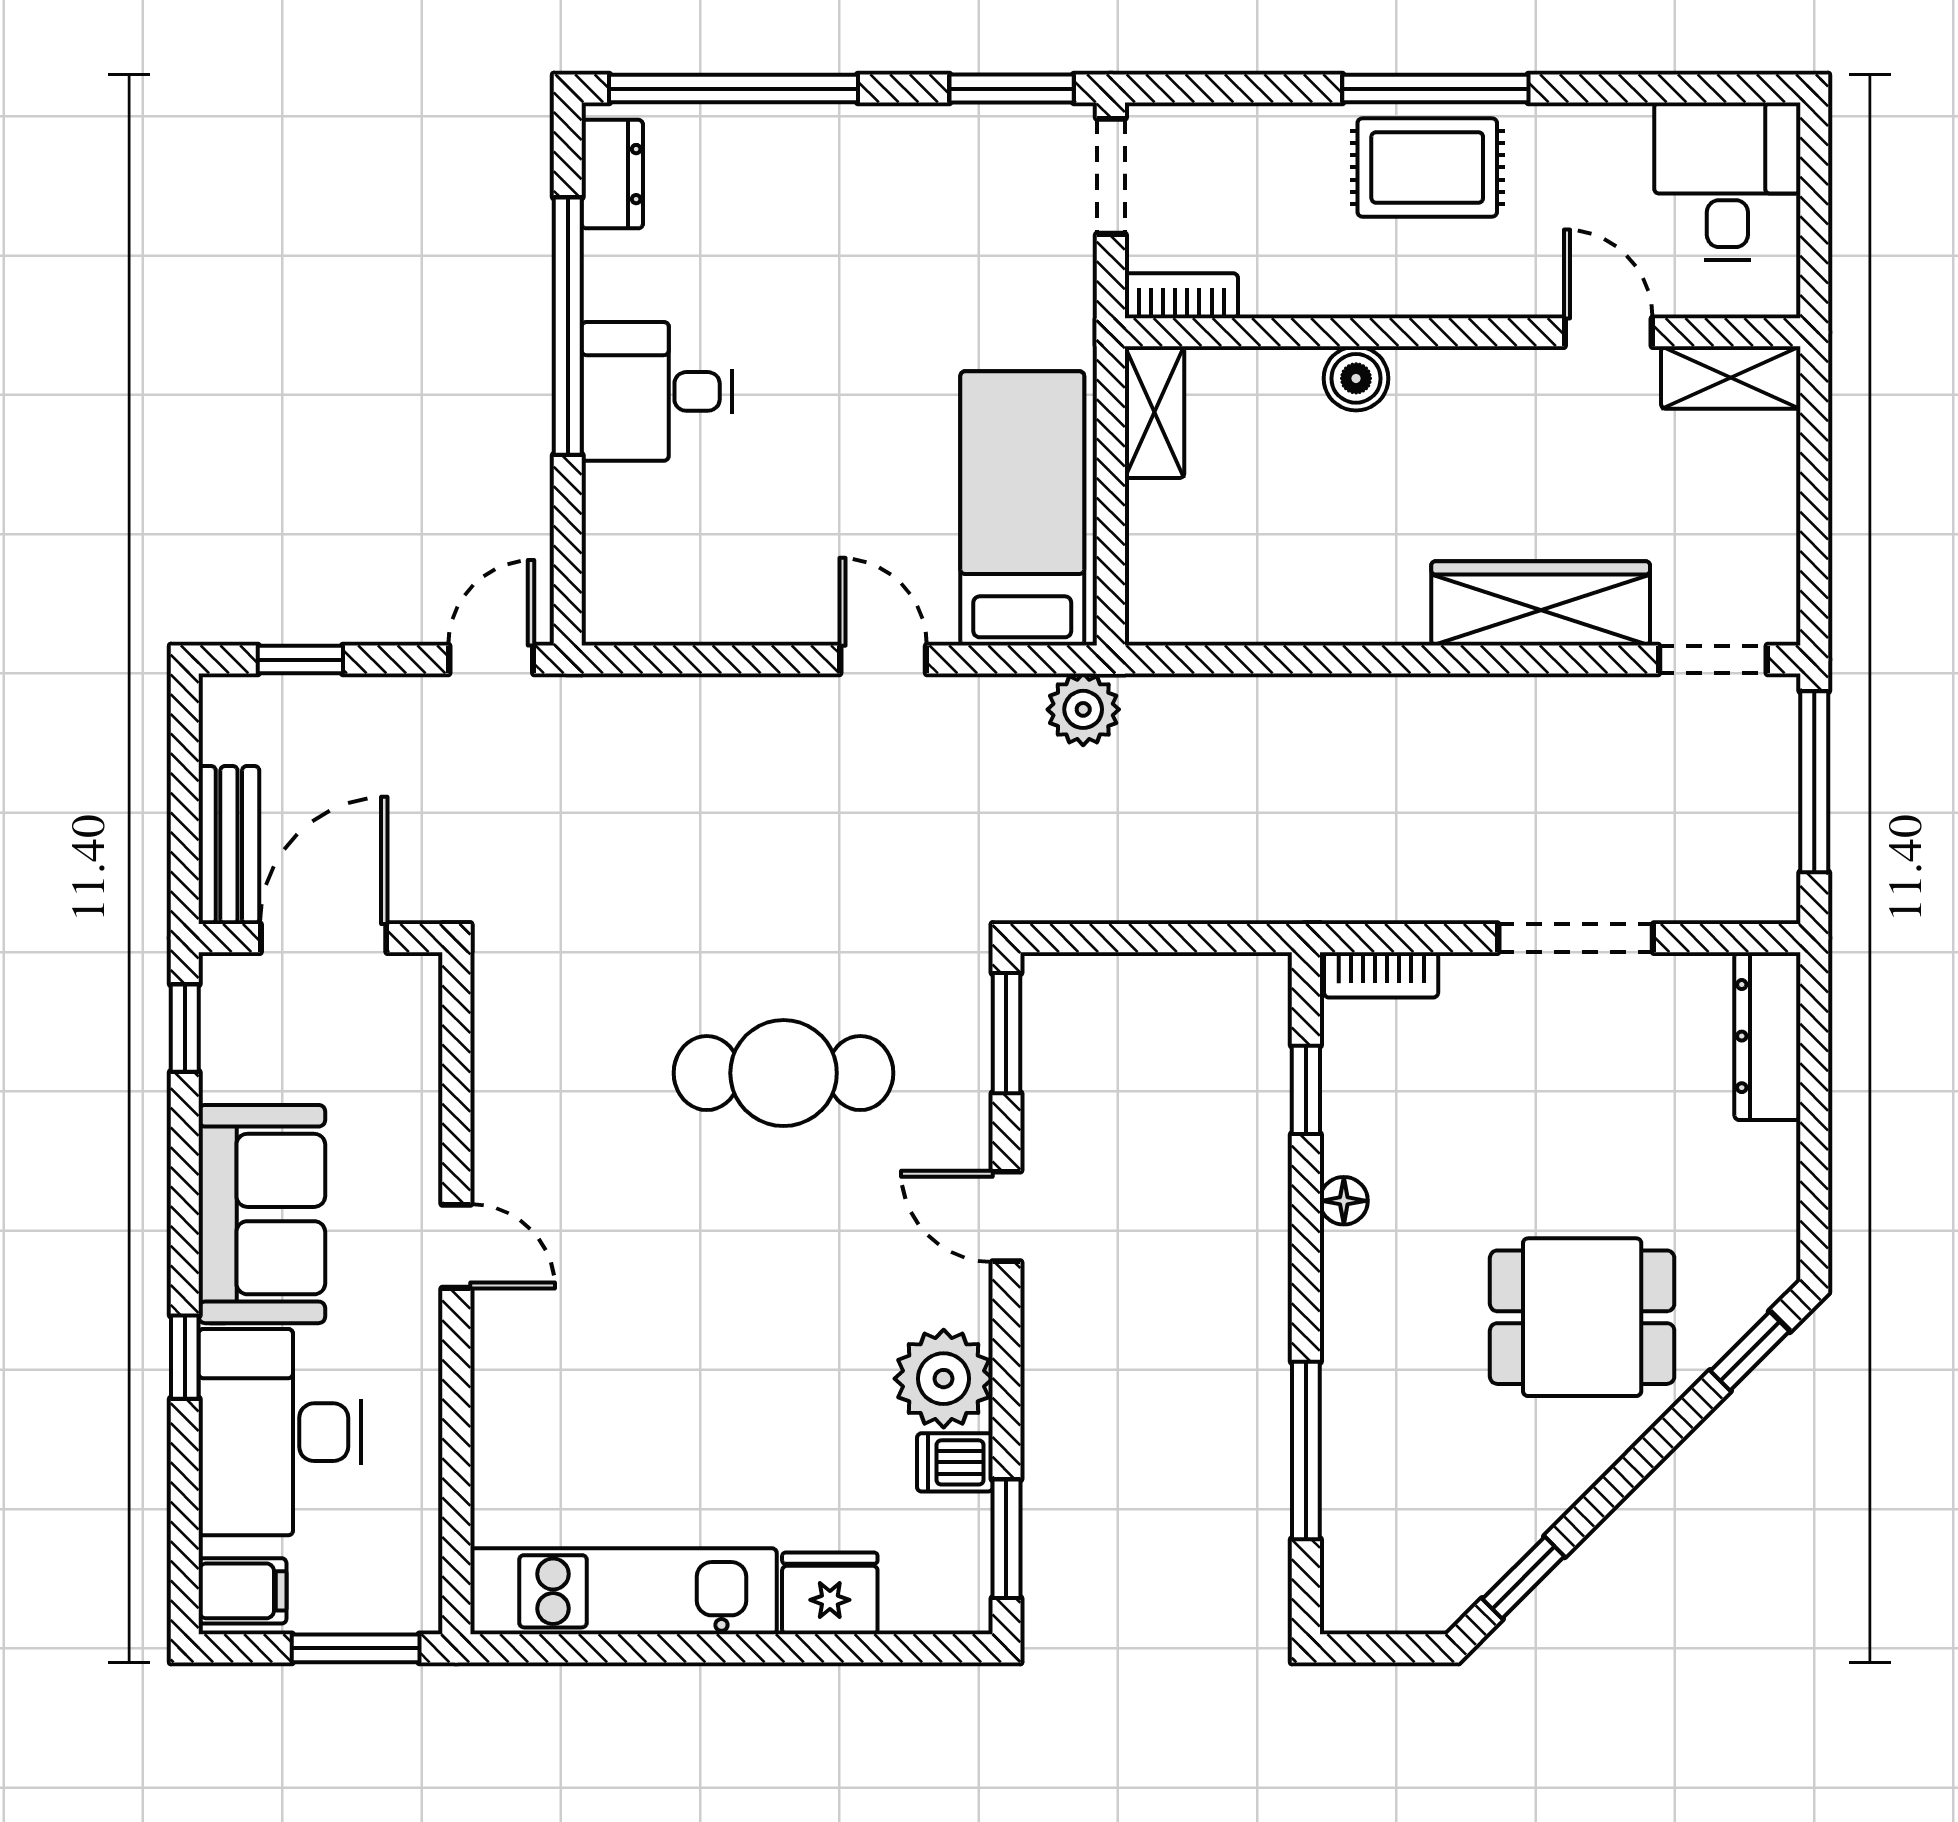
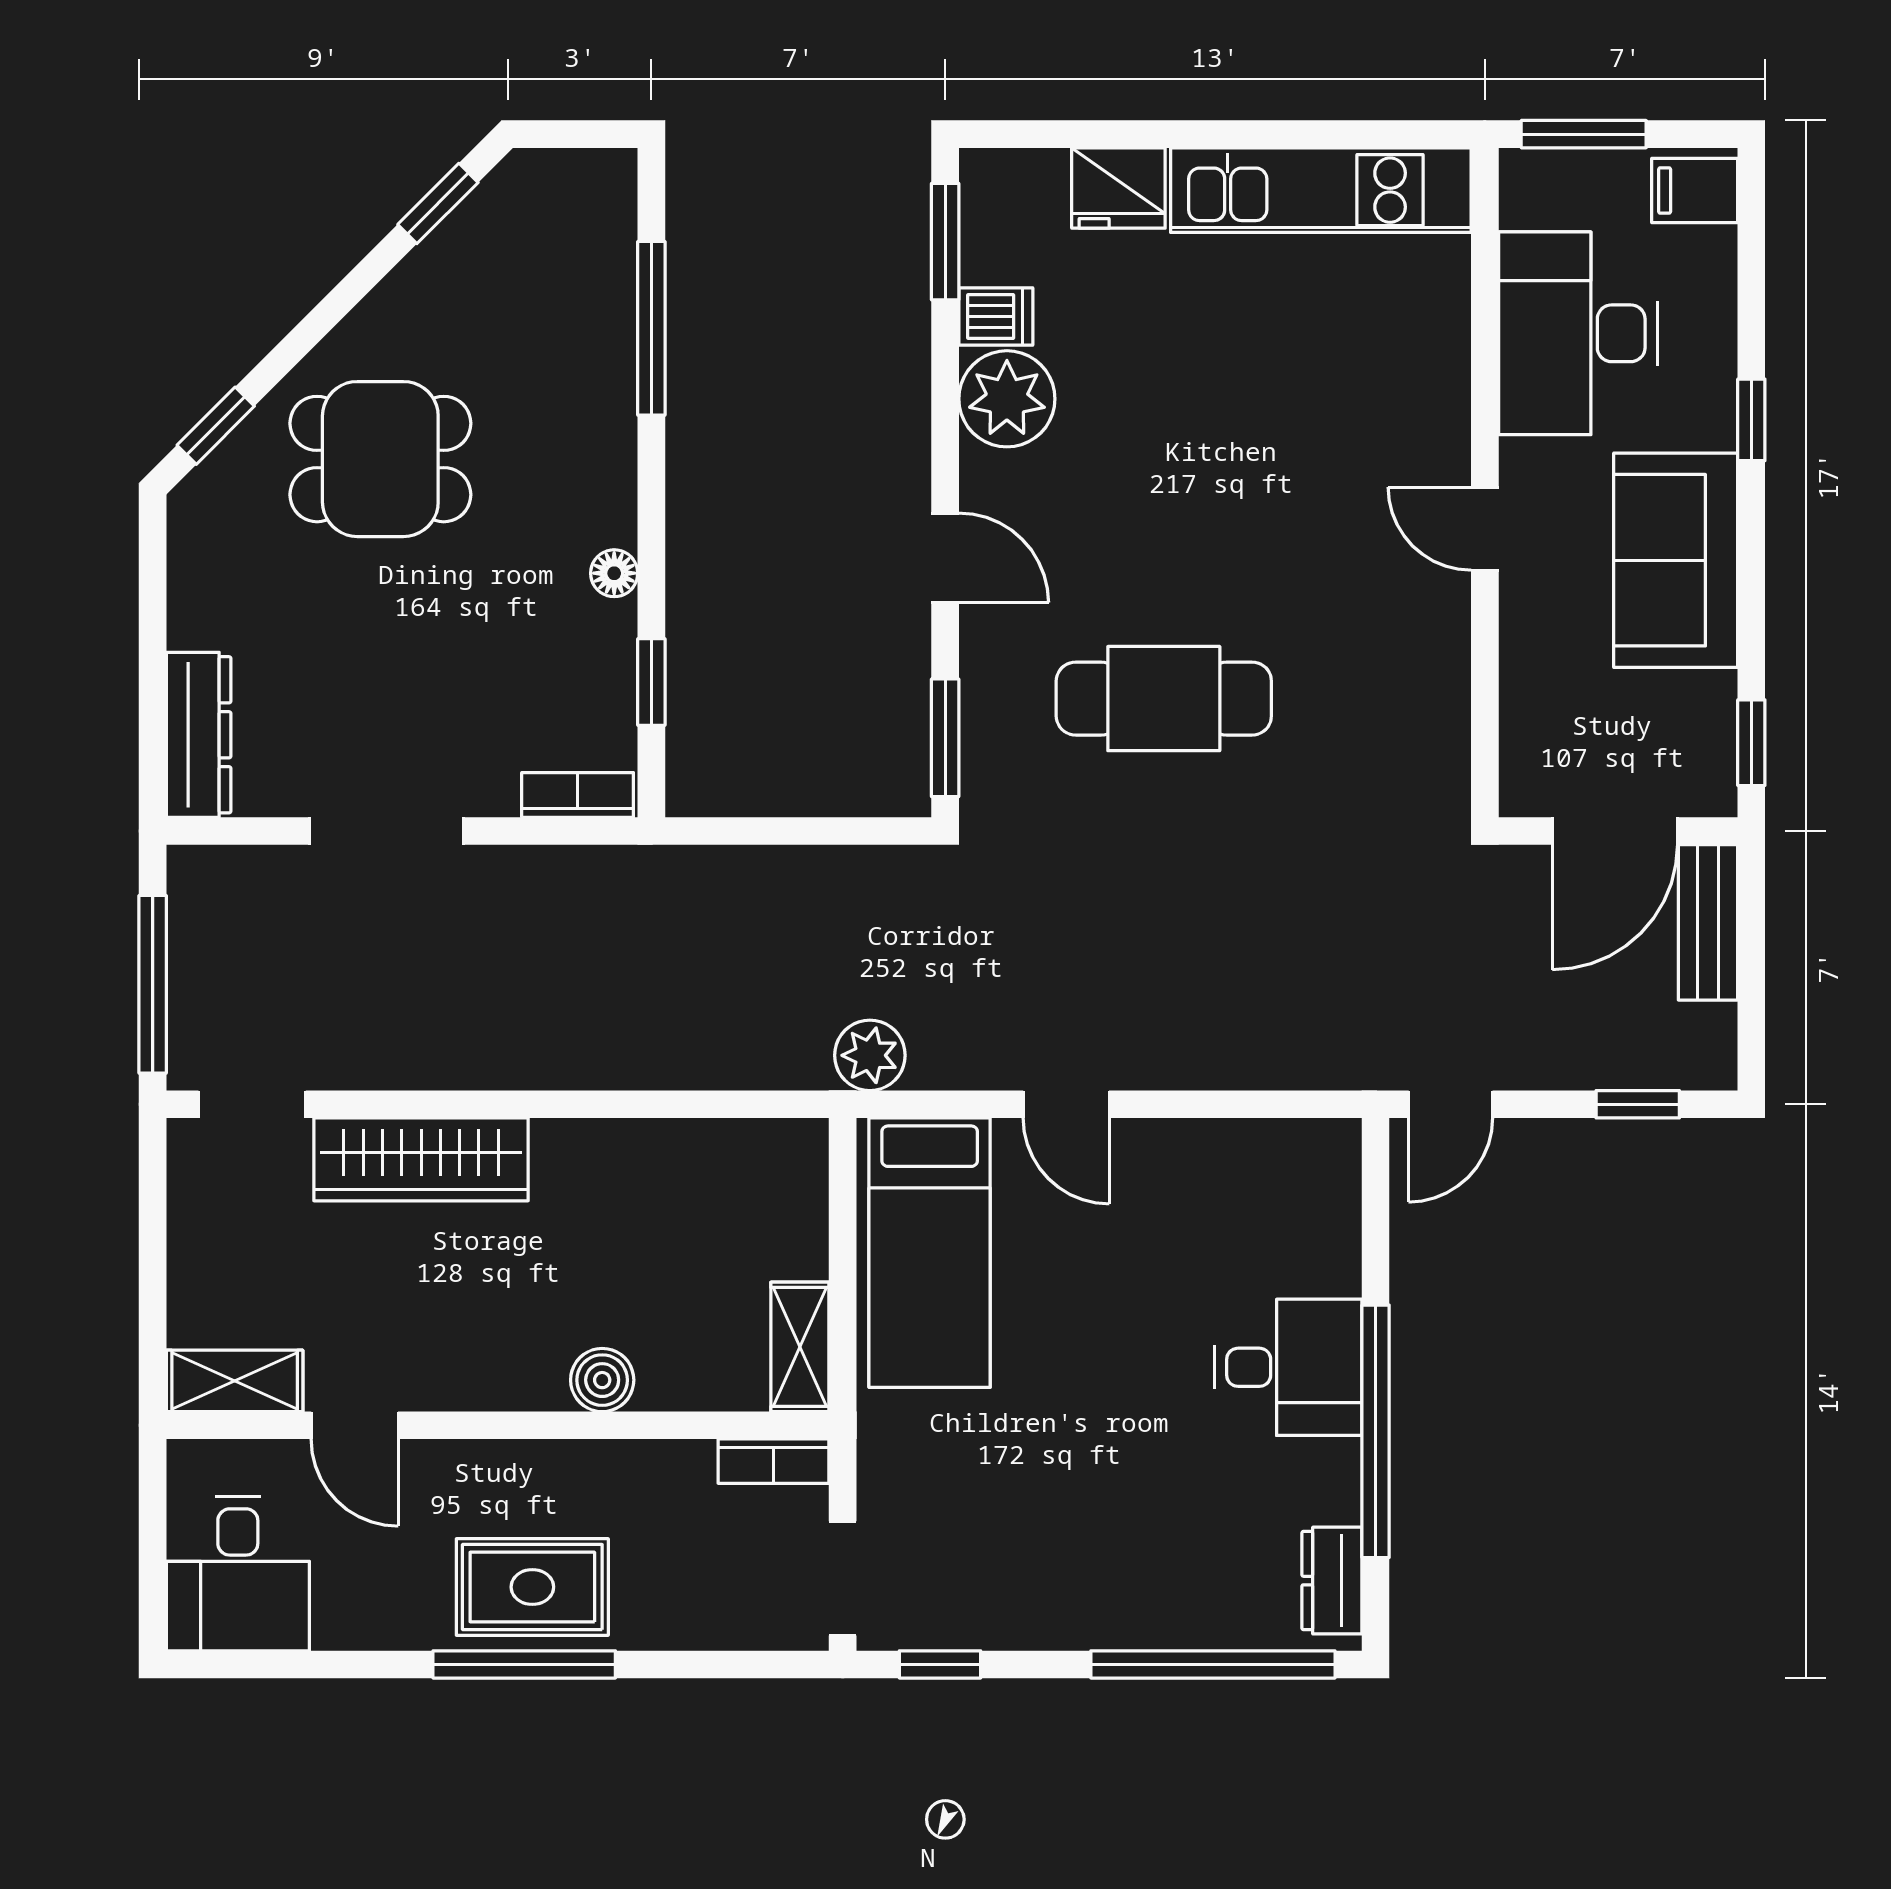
window: (1012, 89) -> (940, 1664), width x0.67
desk: (280, 1432) -> (1578, 333), moved, turned 180

